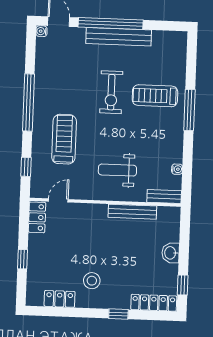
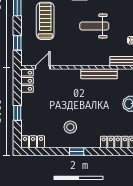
weight bench: (117, 170) -> (94, 26), moved
locker: (60, 299) -> (33, 142), moved
window: (118, 314) -> (77, 152), moved

